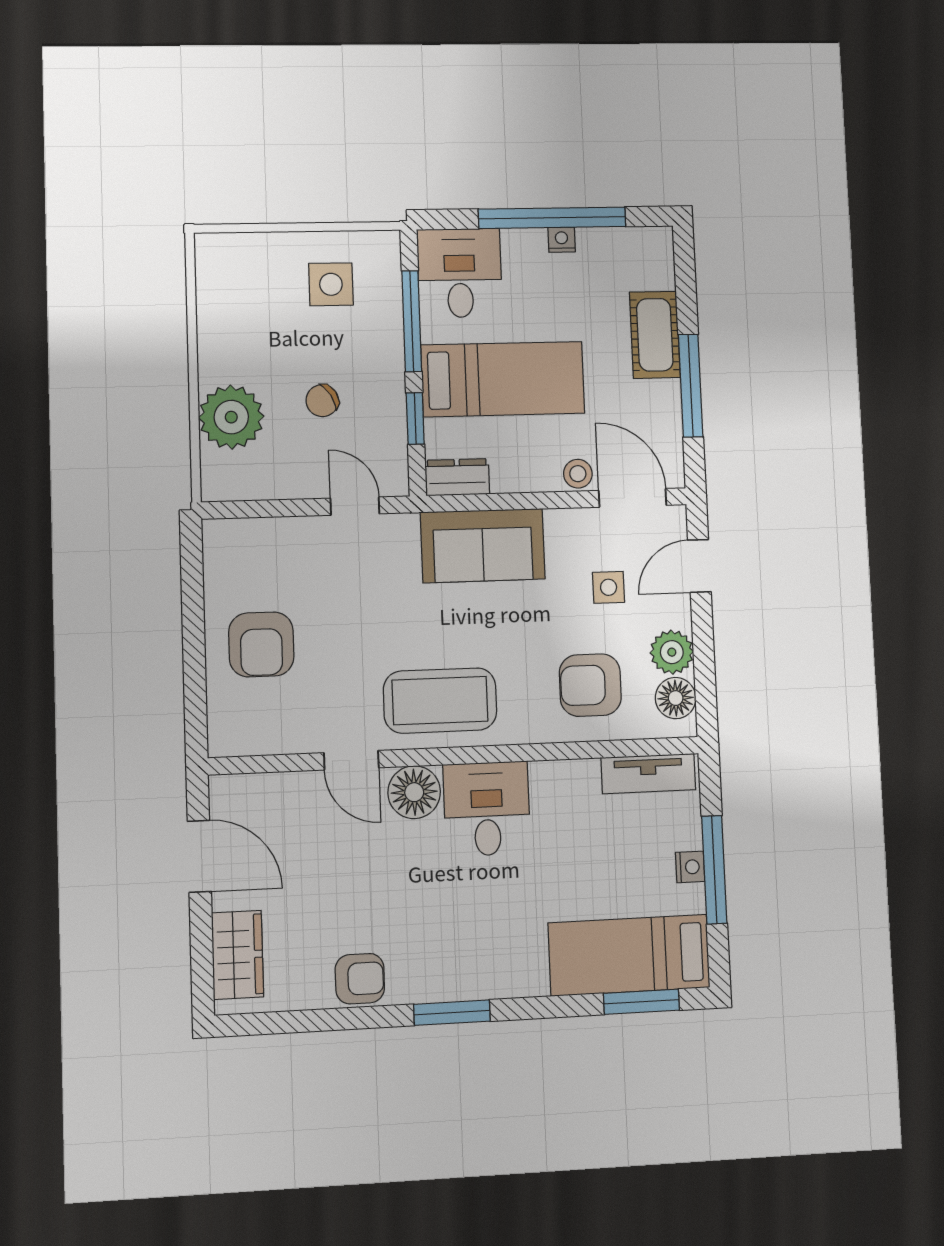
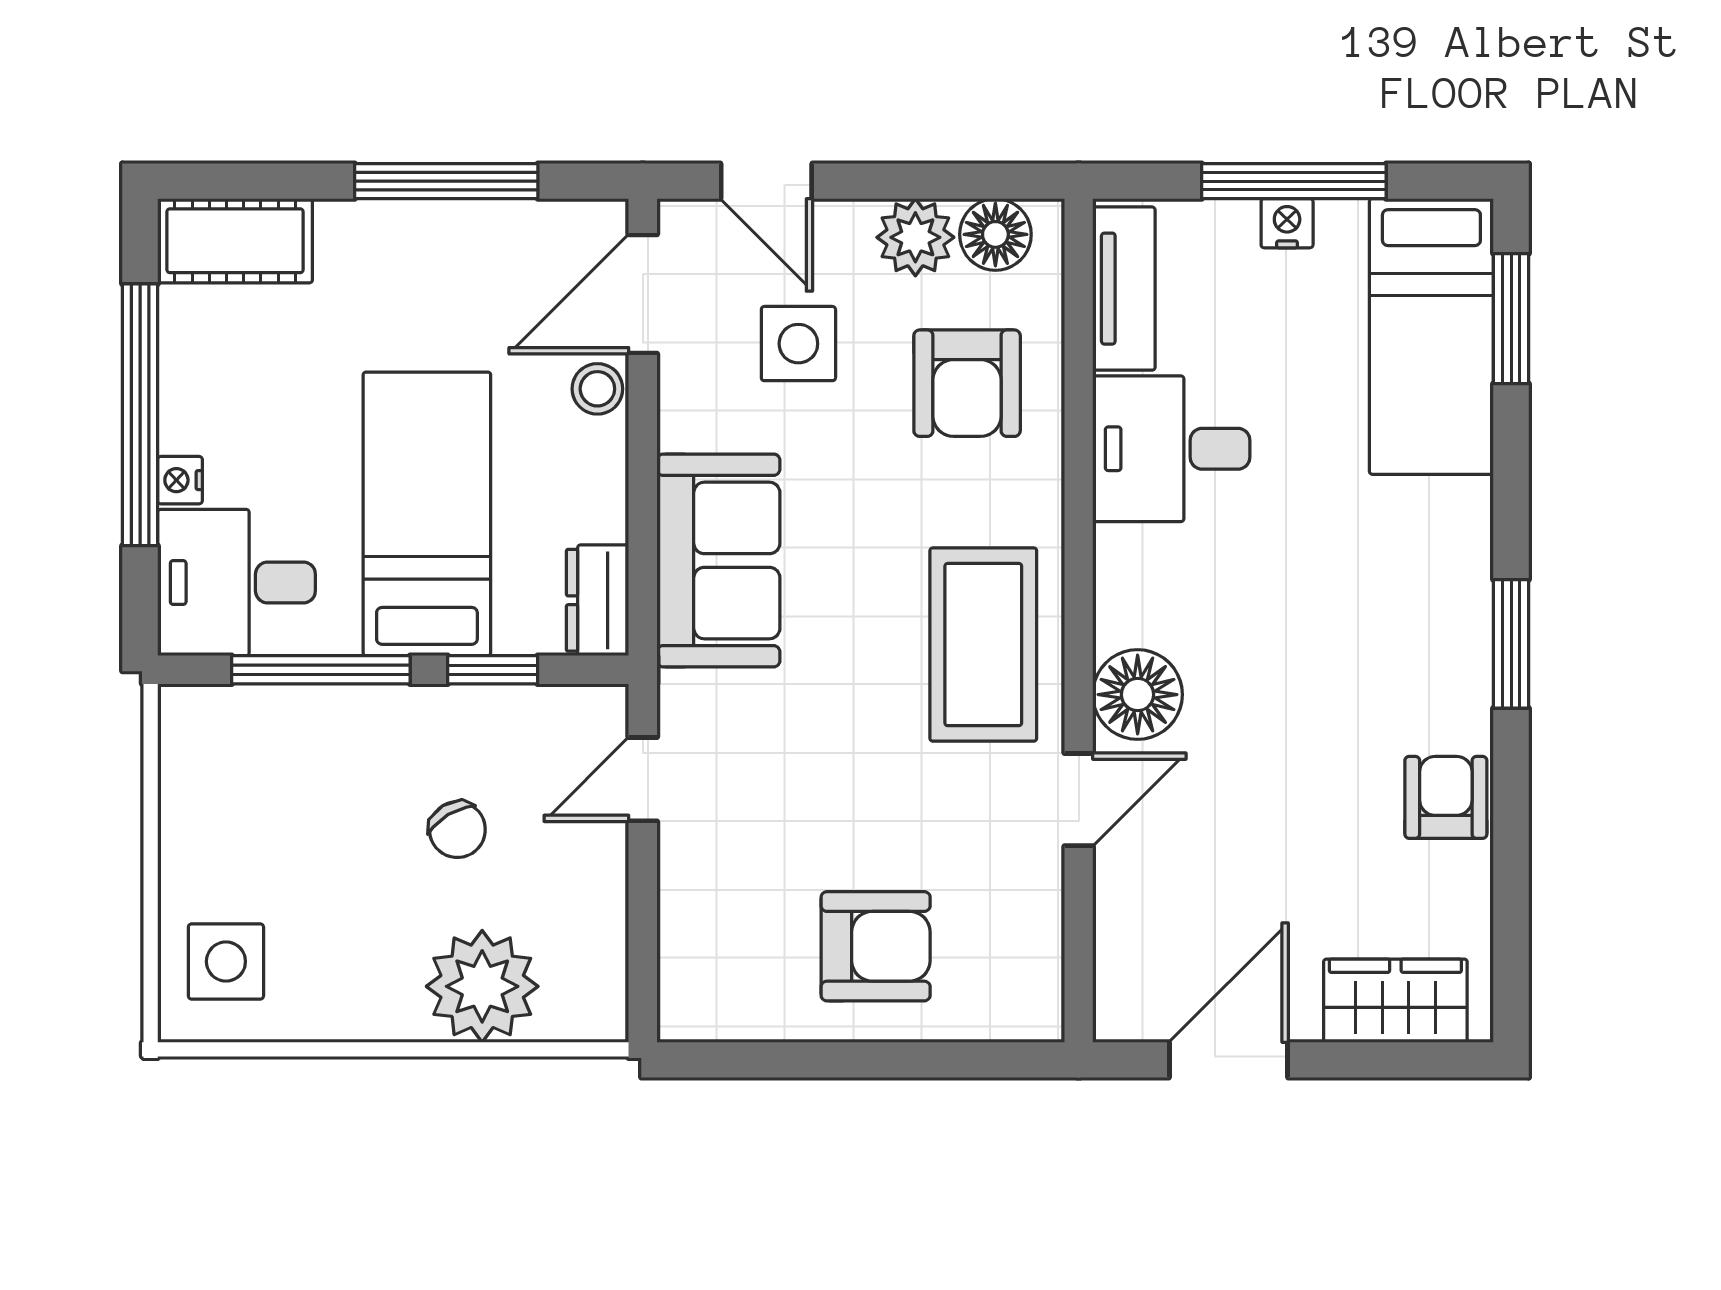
nightstand: (562, 240) -> (180, 480), moved
side table: (331, 284) -> (226, 961), moved
cot: (655, 335) -> (235, 241), moved
side table: (609, 587) -> (798, 344), width x1.37, depth x1.37
desk: (487, 809) -> (1171, 449), moved

